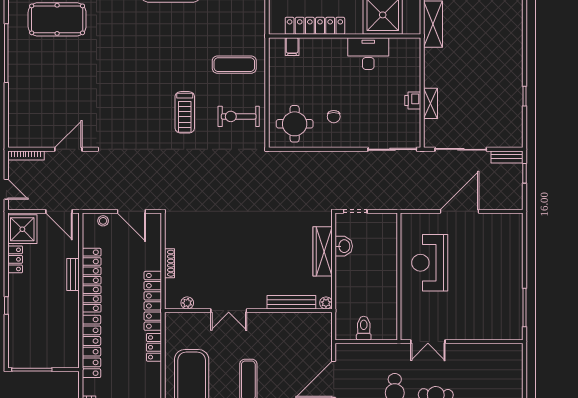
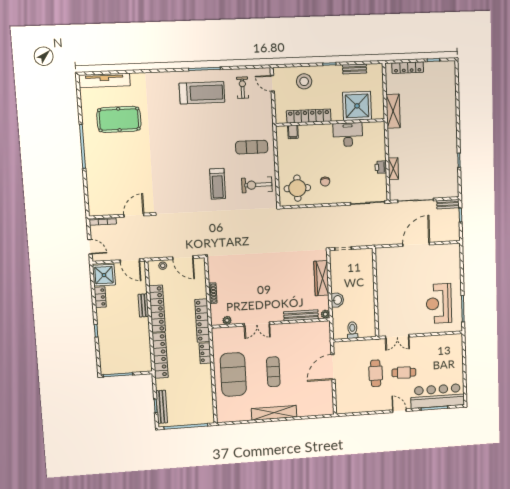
washbasin: (344, 246) -> (337, 300), moved
reception desk: (430, 263) -> (439, 303), moved

